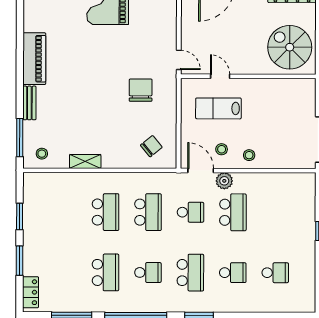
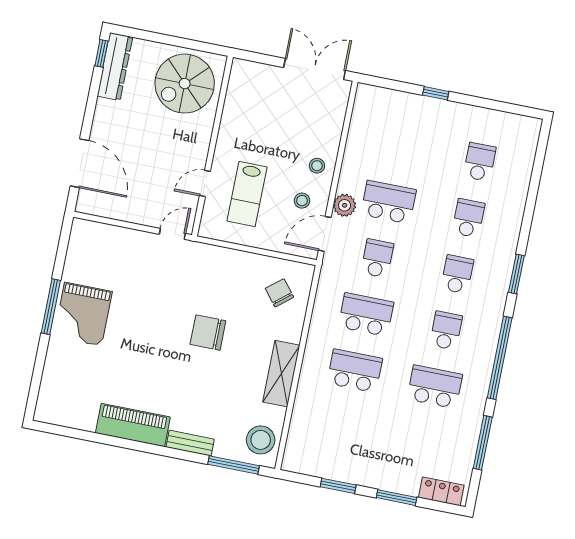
chair: (141, 90) -> (208, 333), moved
stool: (42, 154) -> (261, 440), width x1.89, depth x1.89
shelving: (85, 161) -> (281, 374), width x1.50, depth x1.33
school desk: (190, 273) -> (457, 274), width x0.54

